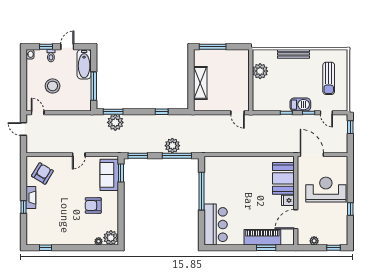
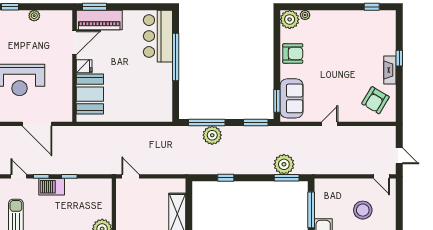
booth: (283, 178) -> (90, 94), moved
window: (202, 191) -> (176, 57), moved
fridge: (288, 200) -> (84, 66), moved
wall: (296, 201) -> (74, 66), moved
armchair: (93, 205) -> (293, 53), moved
door: (296, 219) -> (74, 43), moved

